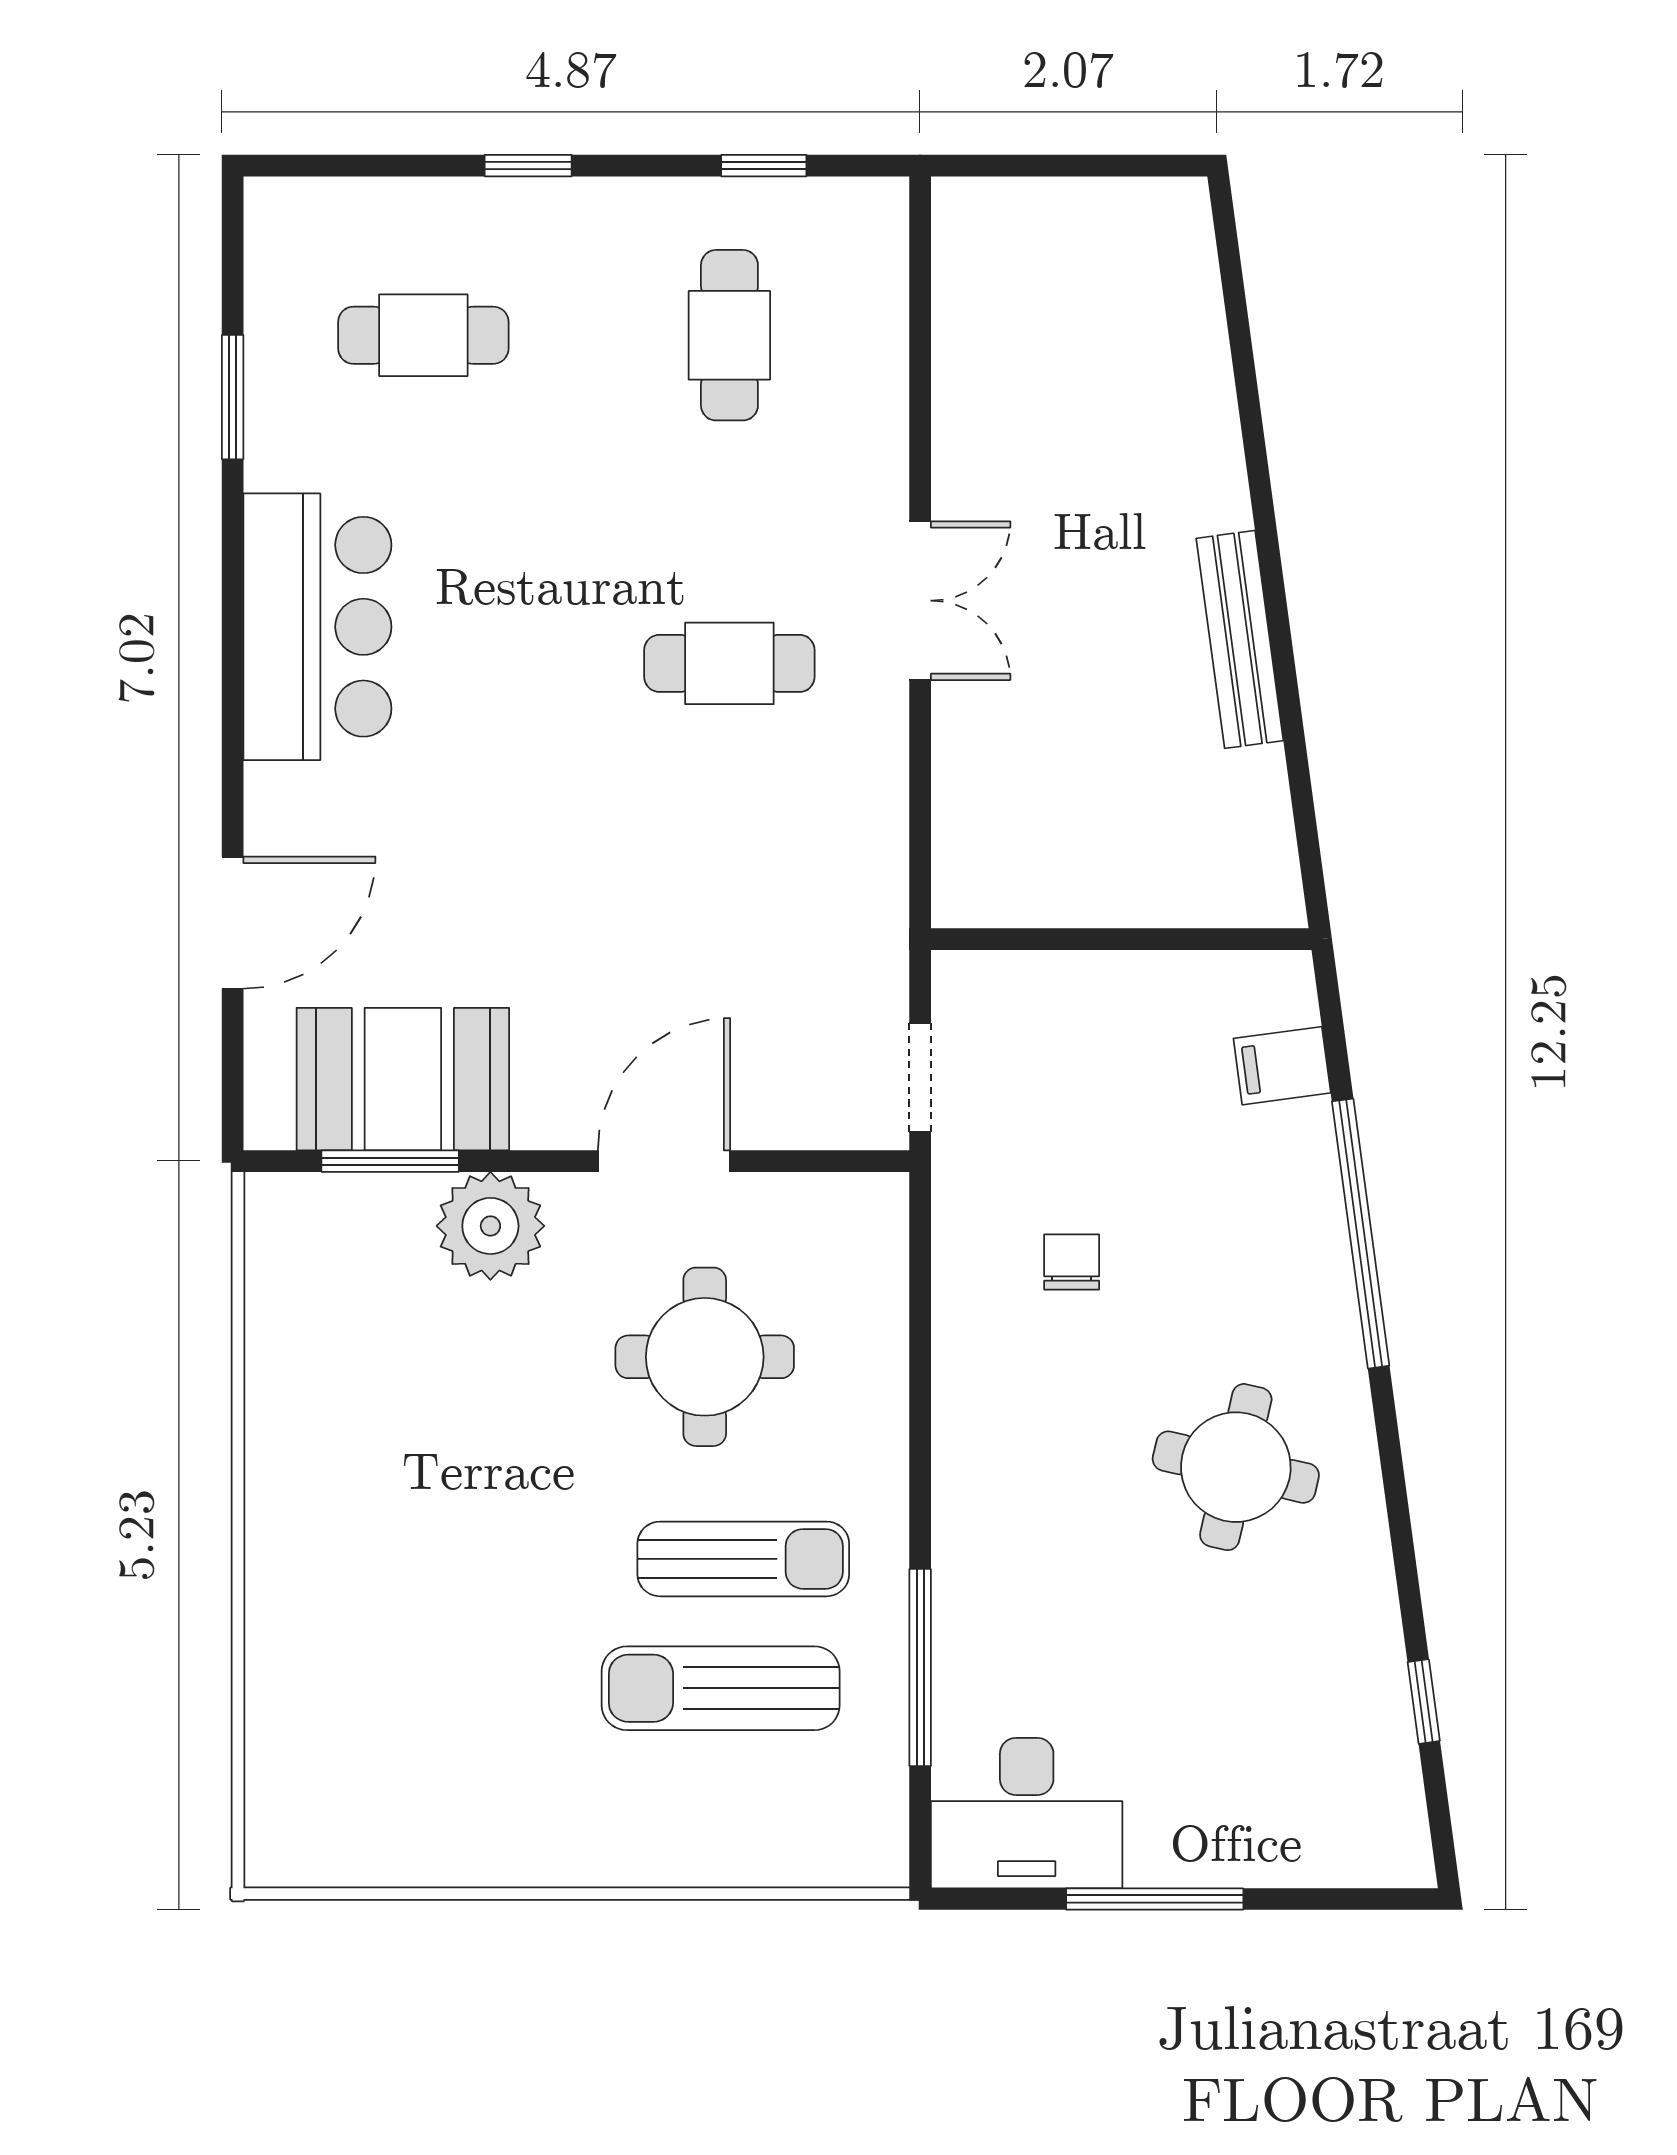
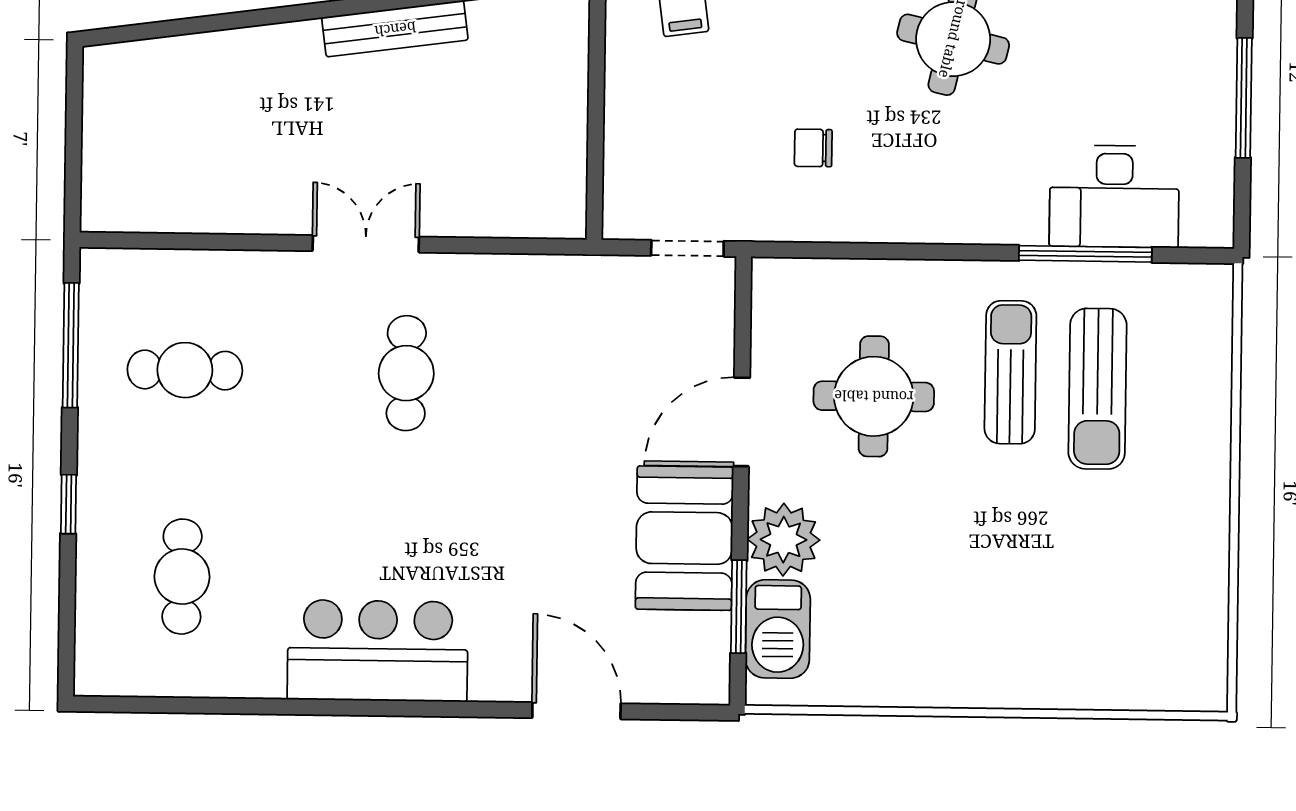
window: (764, 166) -> (71, 345), width x2.17
window: (233, 397) -> (222, 706), removed
booth: (403, 1079) -> (684, 538), moved
door: (664, 1161) -> (741, 422), hinge flipped
barbecue: (358, 1219) -> (778, 629), added
desk: (1027, 1813) -> (1114, 196), moved, turned 90

